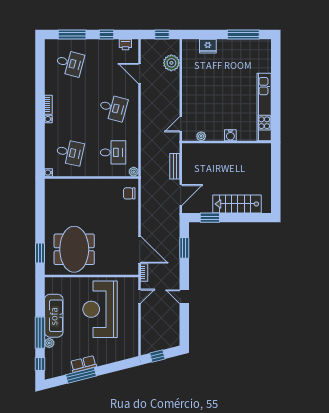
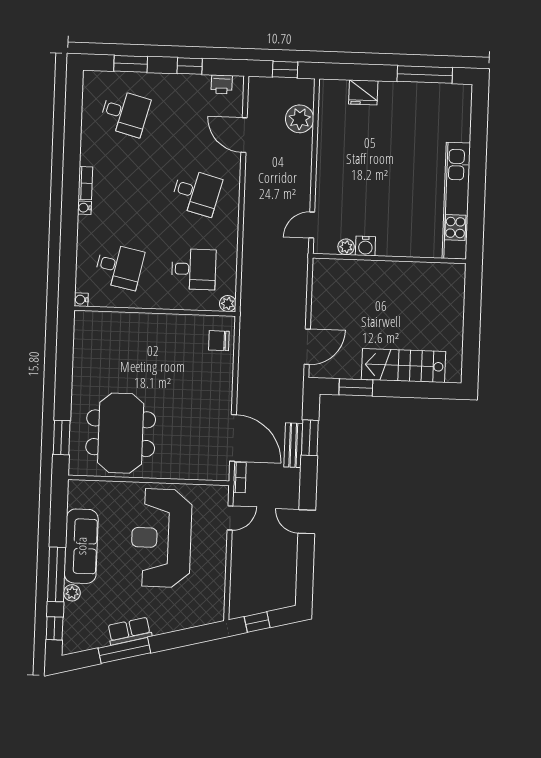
window: (72, 34) -> (131, 64), width x0.69
water cooler: (230, 135) -> (365, 246), moved
bench: (175, 166) -> (293, 445), moved

